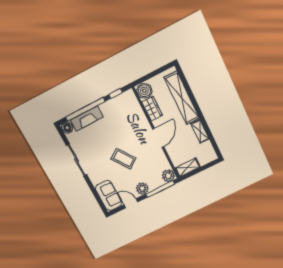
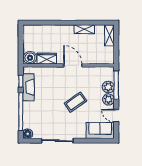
shelving: (182, 98) -> (50, 31), removed
fireplace: (87, 119) -> (28, 87), moved
shelving: (188, 167) -> (109, 35), moved
plant: (168, 176) -> (108, 87), moved
door: (131, 203) -> (116, 116), hinge flipped

